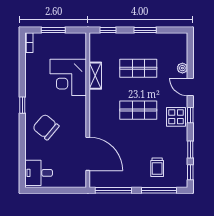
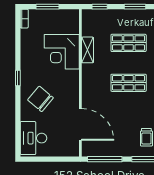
desk: (39, 173) -> (33, 138), width x1.37

